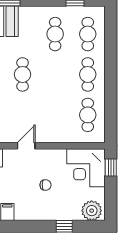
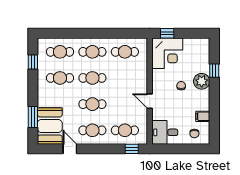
cafe table: (55, 74) -> (92, 78), added
plant: (92, 211) -> (202, 81), moved

